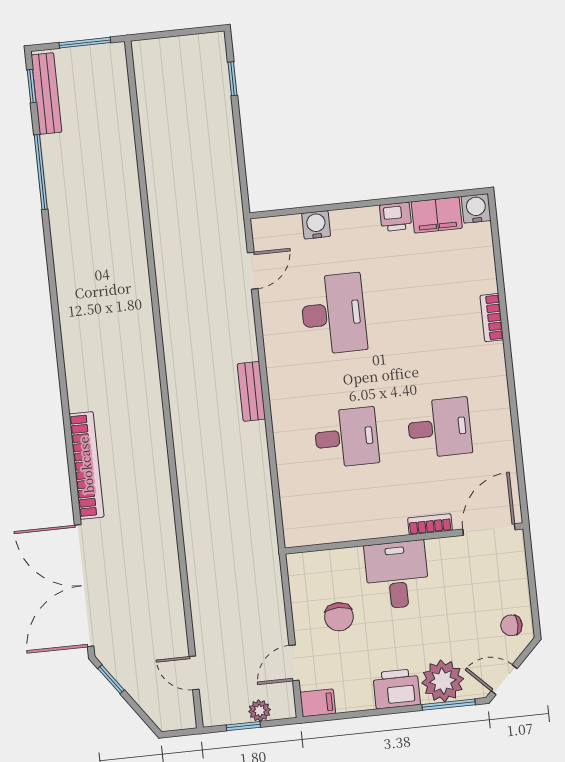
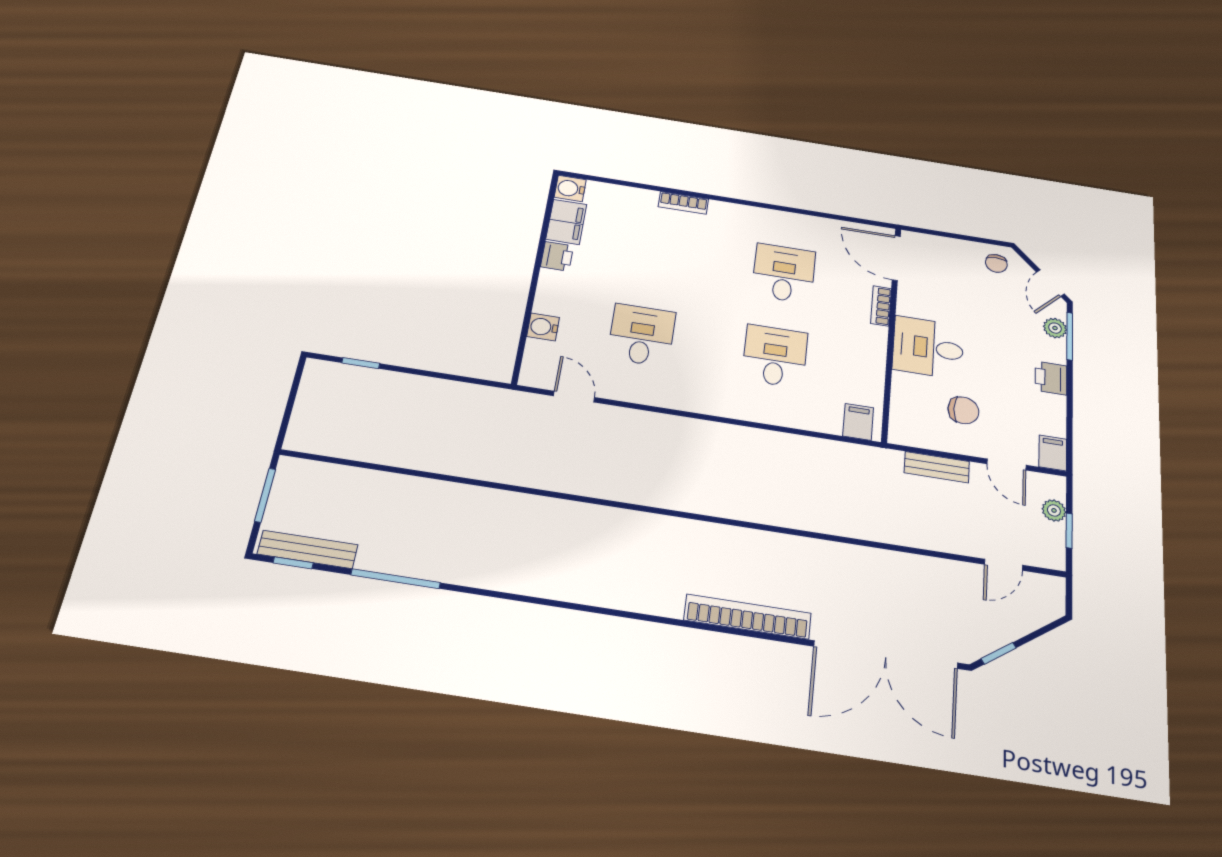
desk: (333, 314) -> (642, 335), width x0.73
bench: (251, 391) -> (937, 467), moved
filing cabinet: (300, 525) -> (858, 422), added
plant: (443, 681) -> (1055, 328), width x0.53, depth x0.53
printer: (397, 689) -> (1051, 378), width x0.73, depth x0.81

